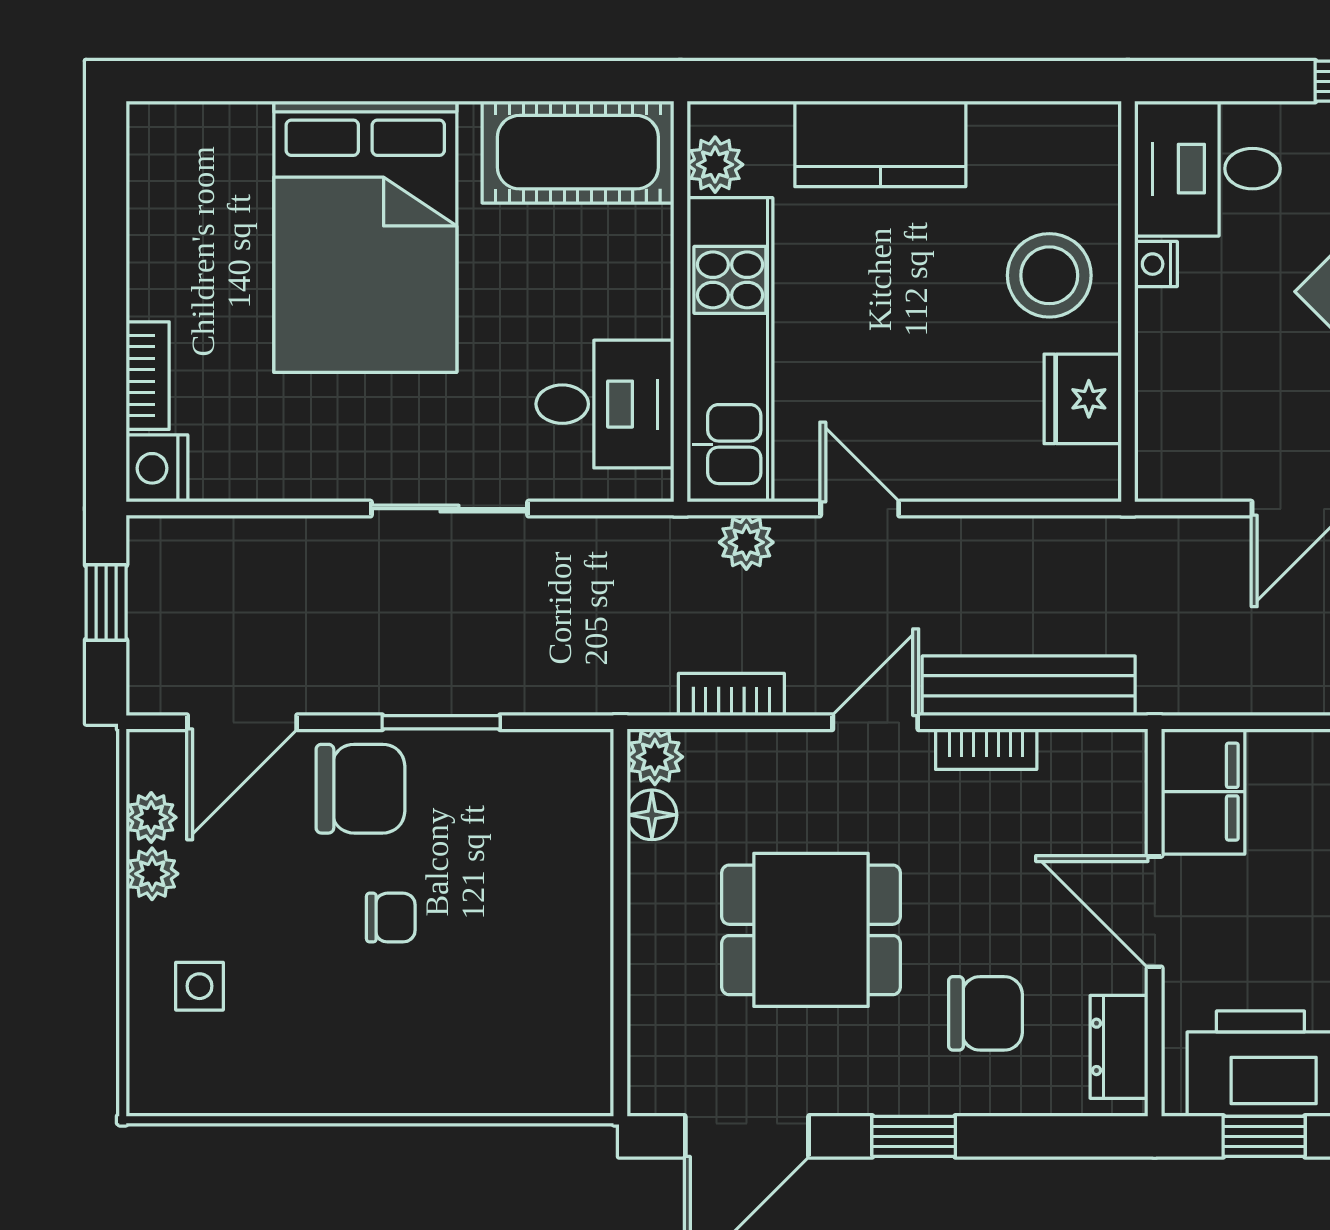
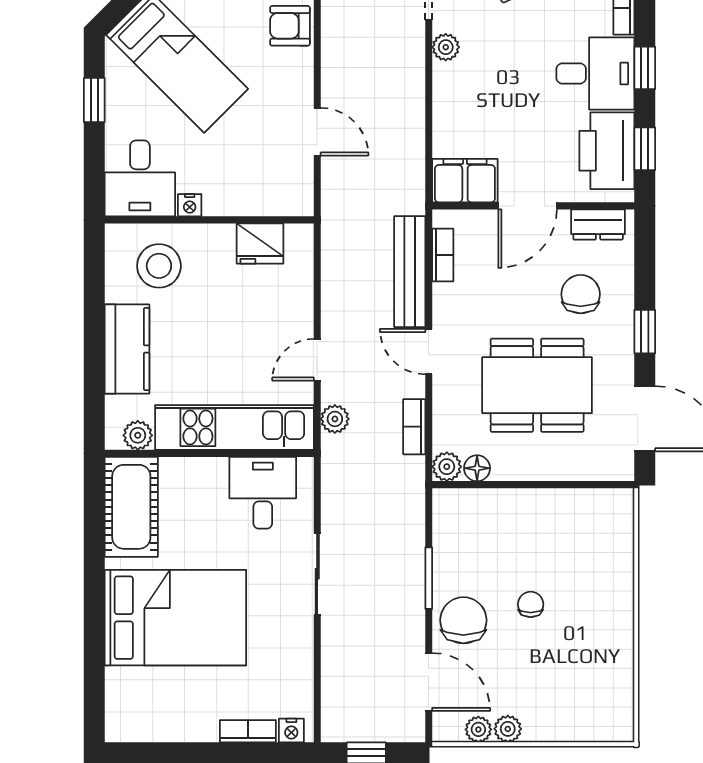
stool: (1049, 275) -> (159, 266), moved
nightstand: (157, 468) -> (291, 731), width x0.72, depth x0.74
bookcase: (986, 749) -> (443, 255), moved
dining table: (811, 930) -> (537, 385), width x1.37
side table: (199, 986) -> (566, 704), removed

